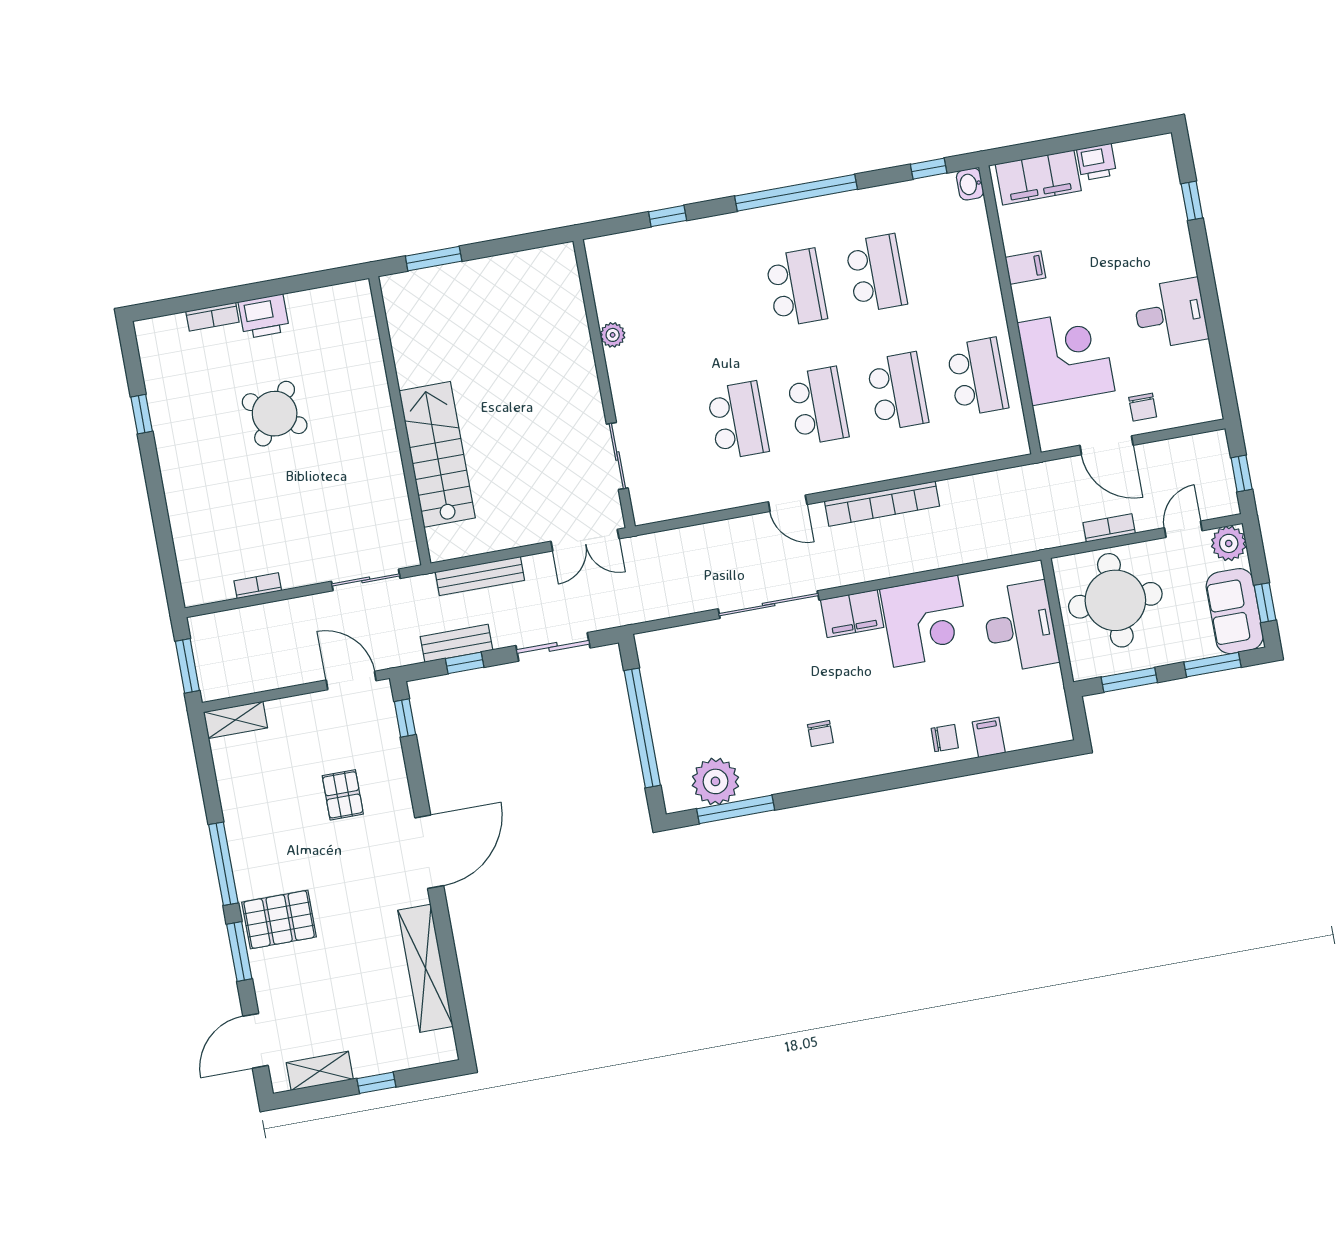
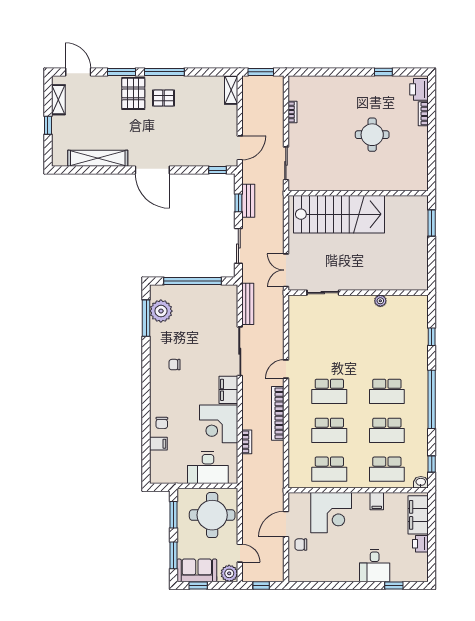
desk: (1170, 314) -> (375, 566), moved
printer: (264, 316) -> (419, 89), moved
round table: (275, 414) -> (372, 135), turned -36
school desk: (738, 420) -> (387, 469), moved
stairs: (437, 454) -> (339, 214), width x1.36, depth x1.51
bookcase: (1109, 528) -> (247, 442), moved
bench: (480, 576) -> (248, 304), moved
pallet: (343, 795) -> (164, 98), moved

